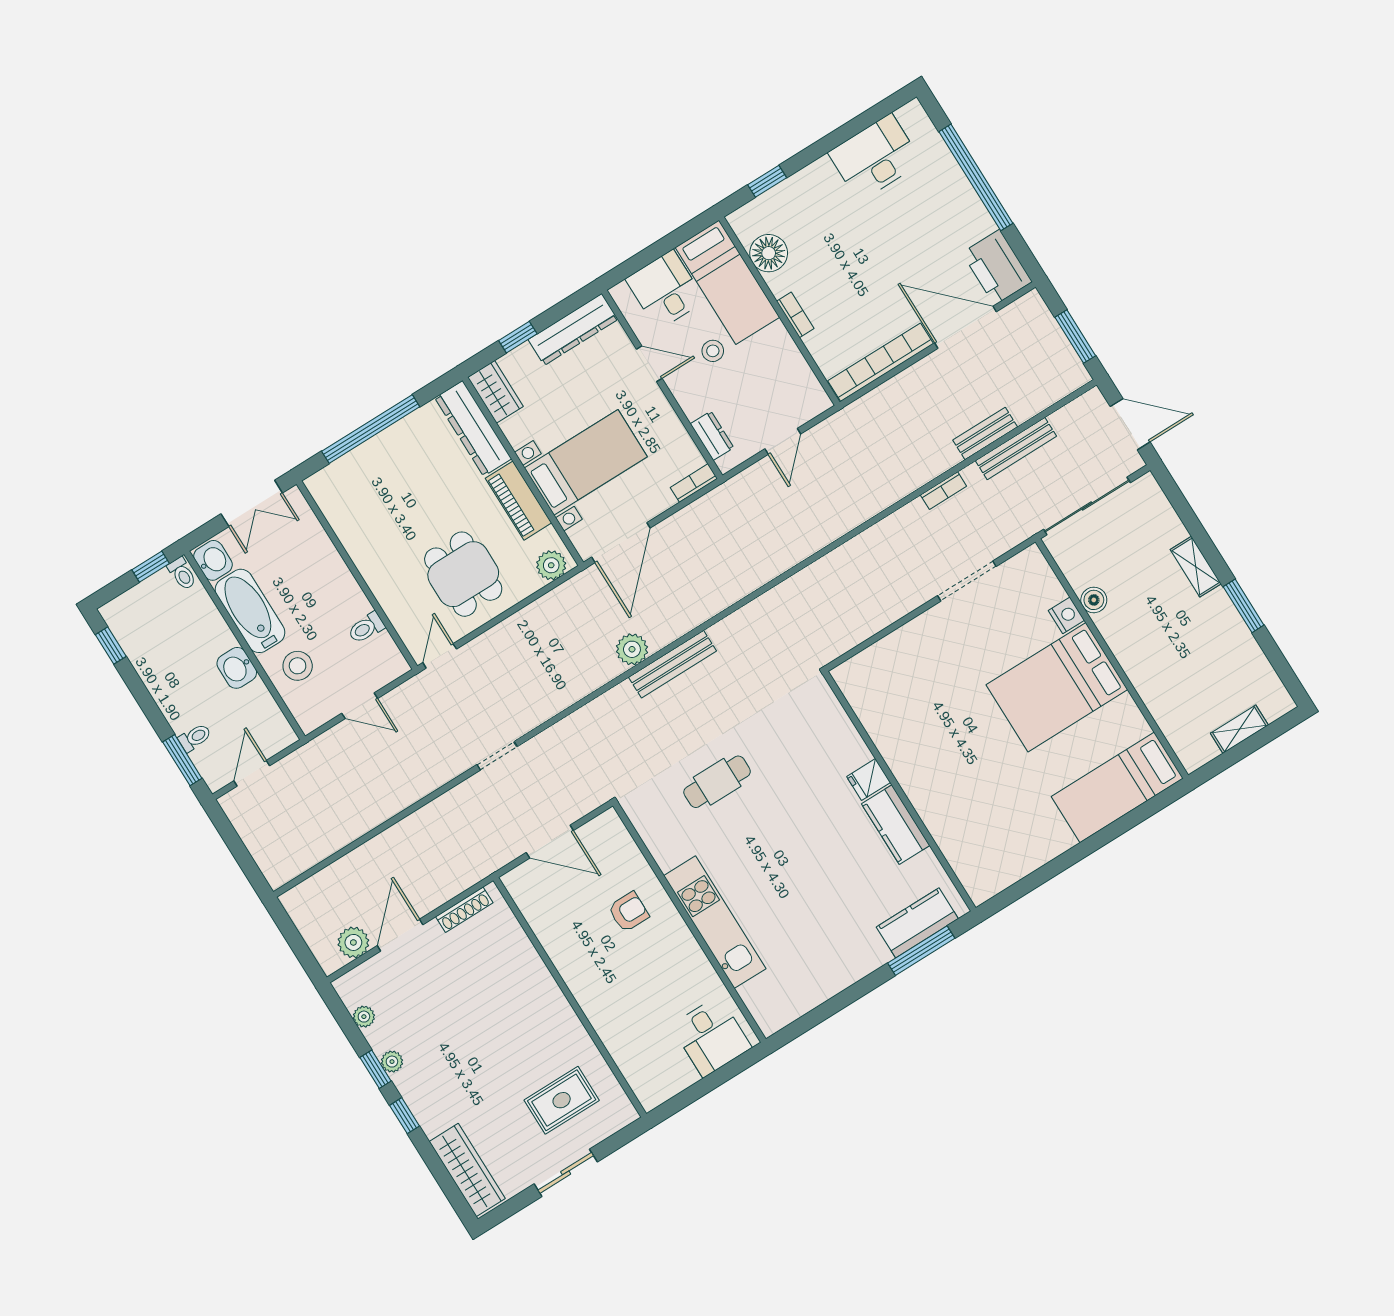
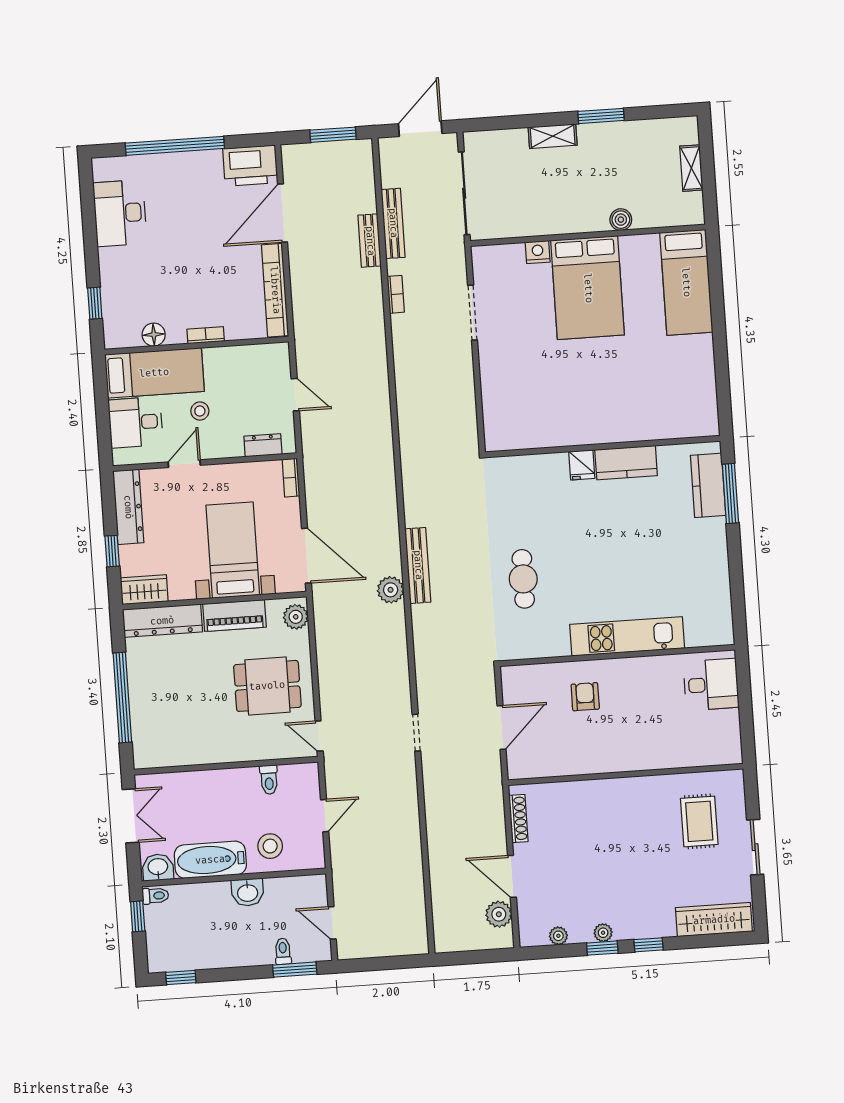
floor lamp: (769, 253) -> (154, 335), width x0.73, depth x0.73
boiler: (1094, 600) -> (621, 220), moved

